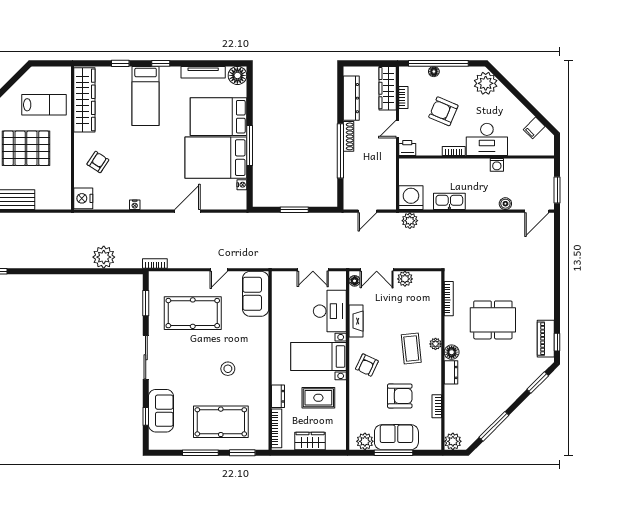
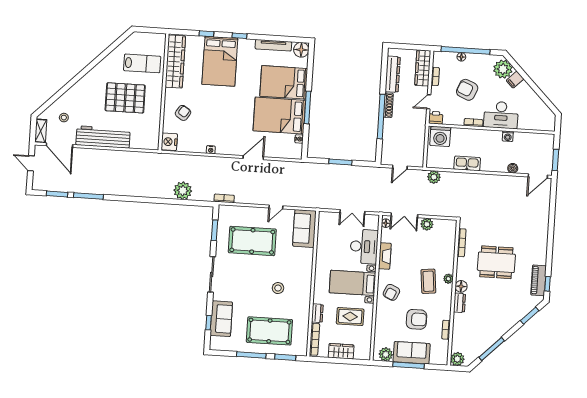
bed: (146, 96) -> (220, 61), width x1.50
filing cabinet: (534, 128) -> (515, 80), moved
washing machine: (411, 198) -> (440, 136), moved, turned 180

